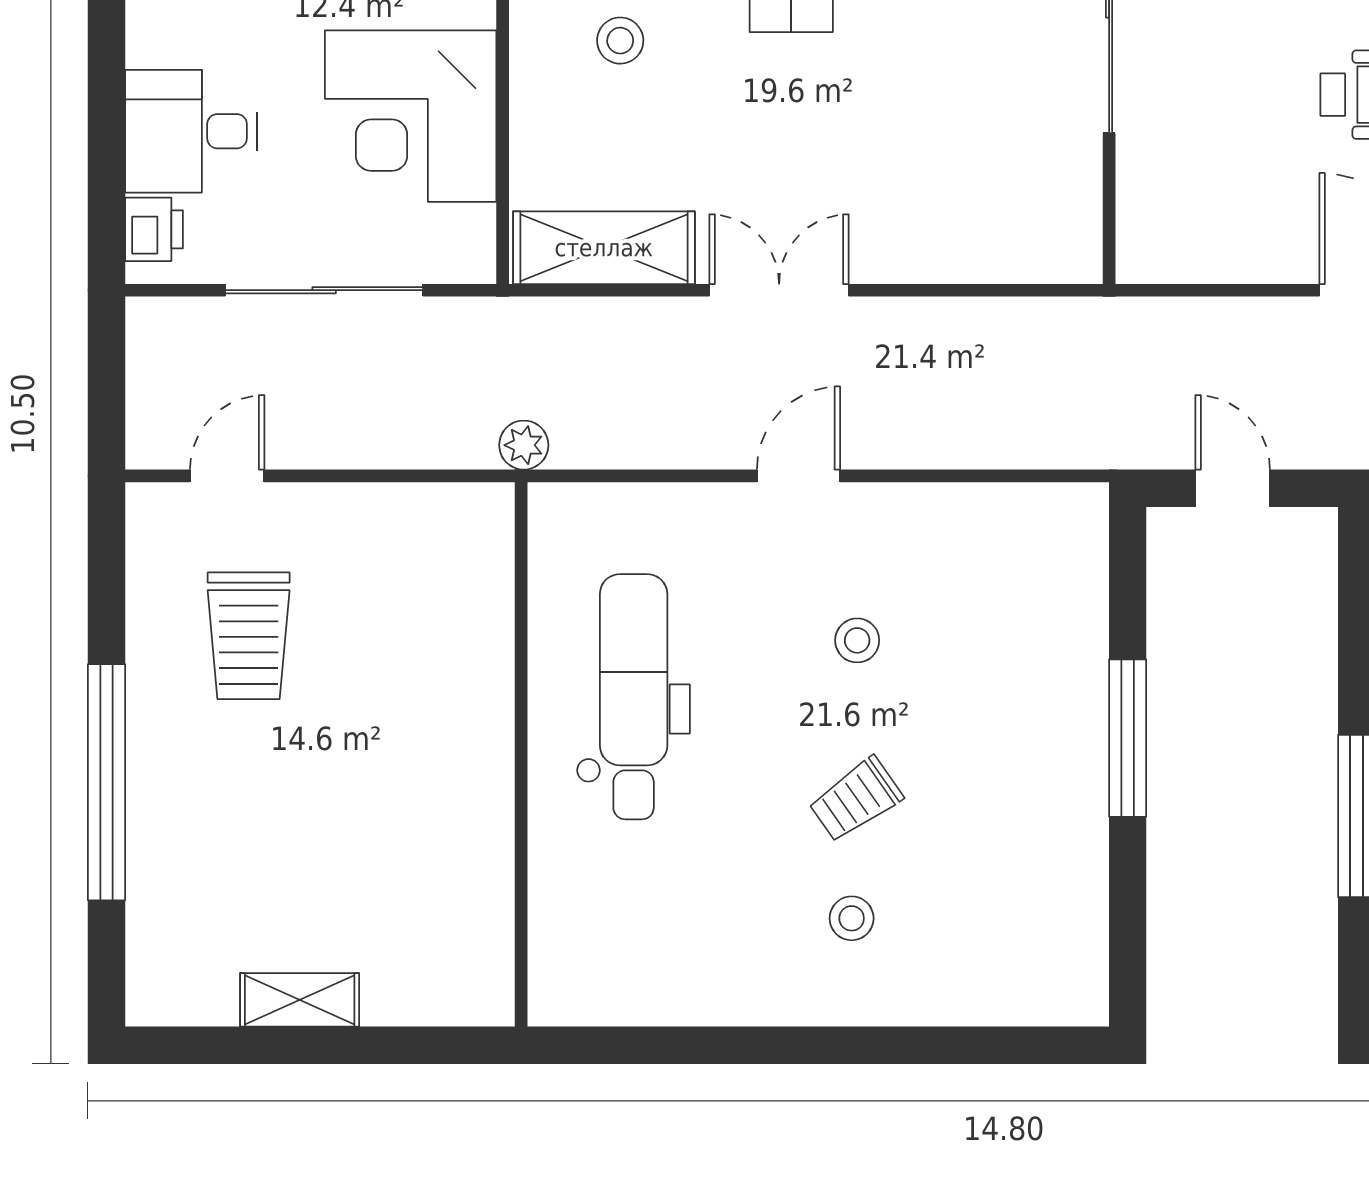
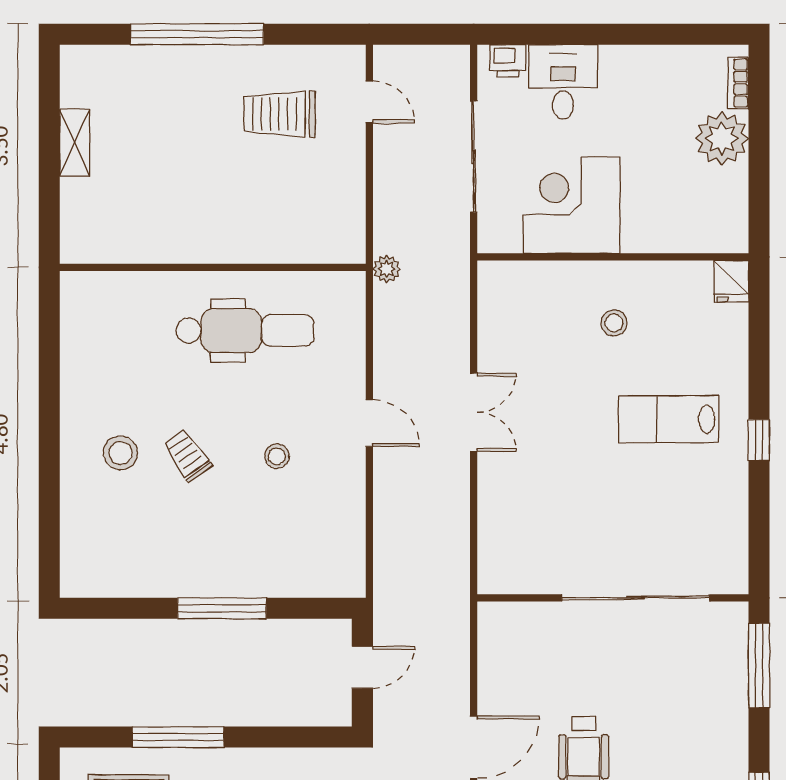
shelving: (604, 248) -> (498, 314), removed
stool: (852, 918) -> (121, 453), width x1.37, depth x1.37

